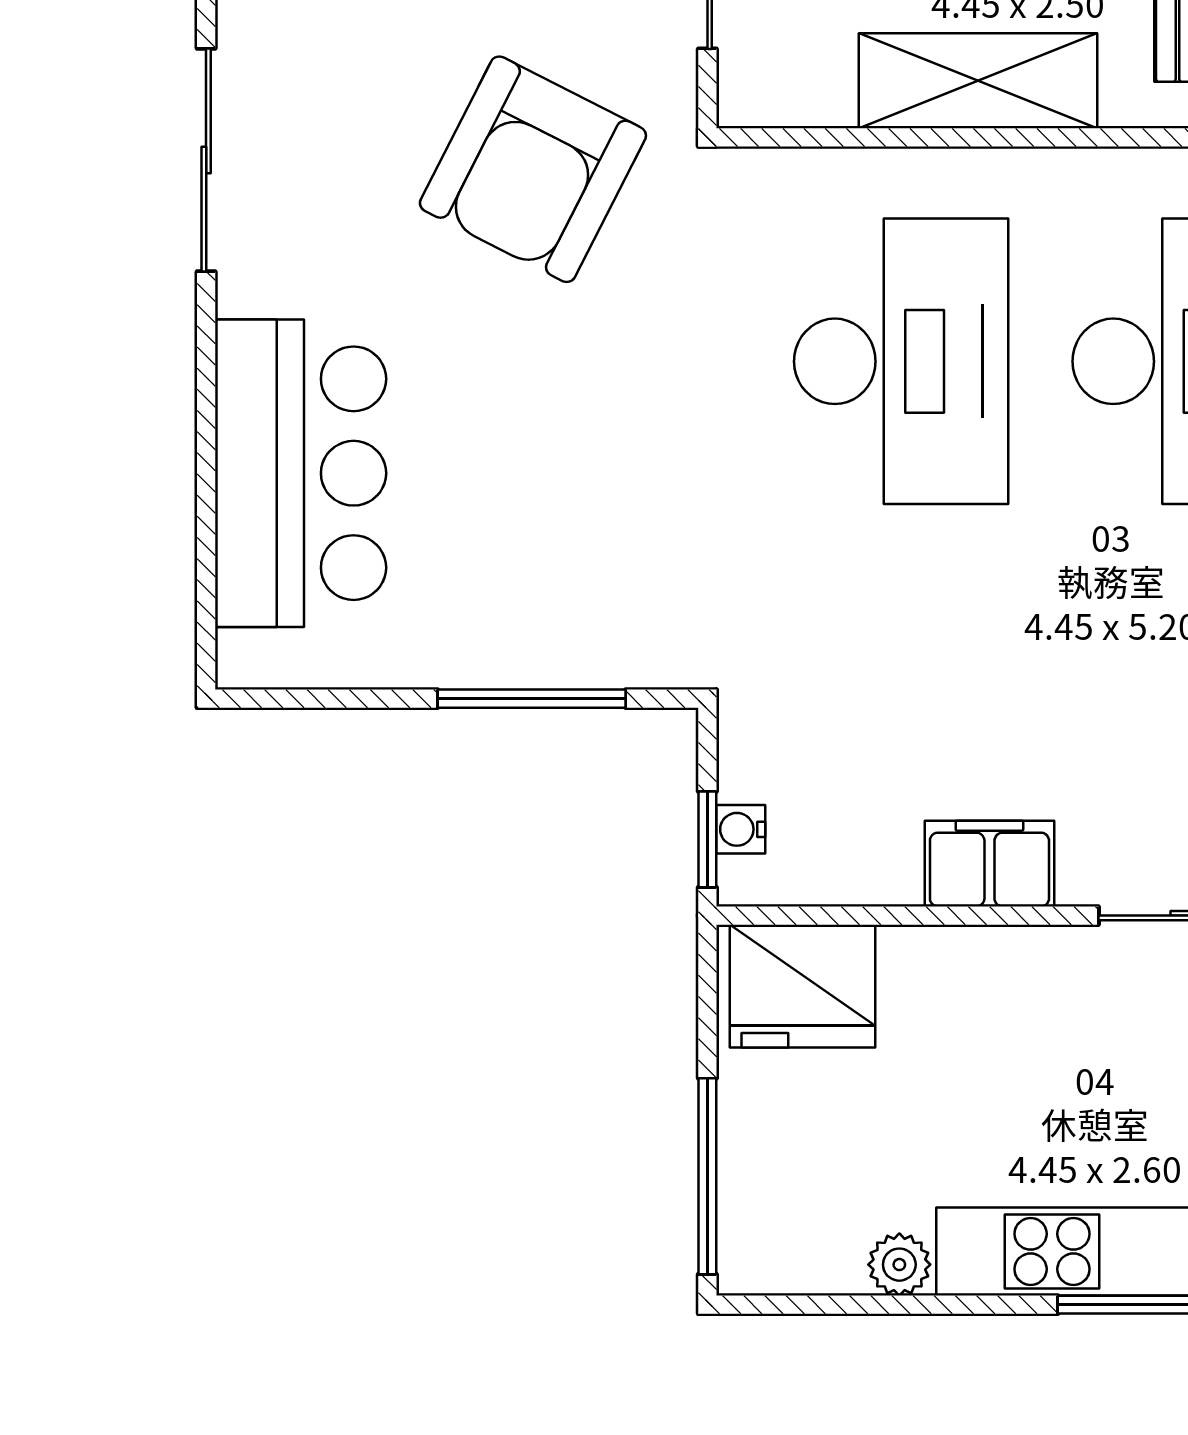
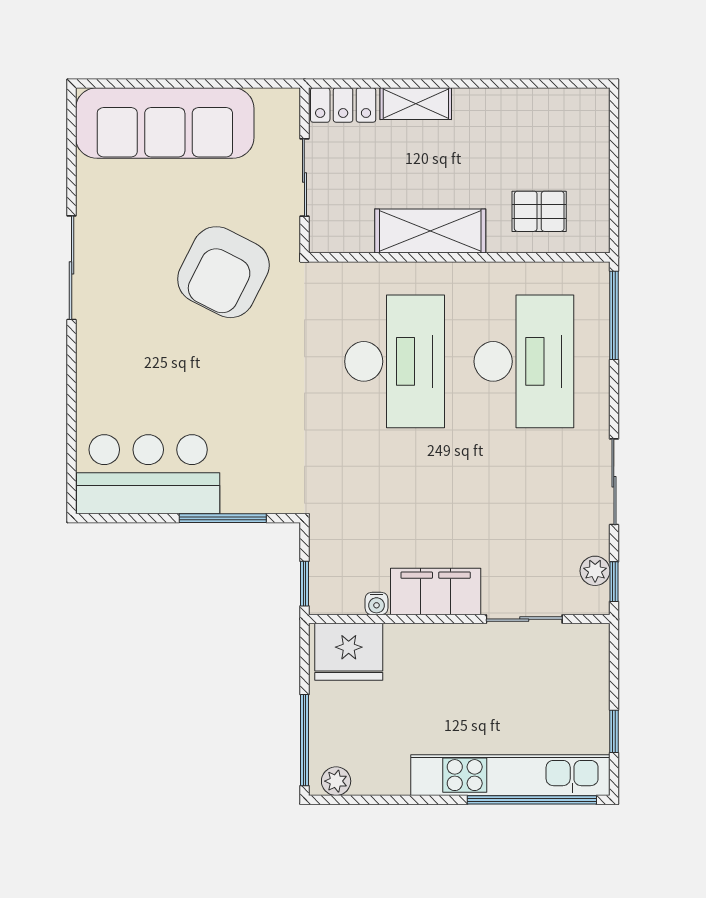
bar counter: (301, 473) -> (148, 474), moved, turned -90
water cooler: (741, 829) -> (376, 604), moved, turned -90
filing cabinet: (989, 864) -> (436, 591), width x1.50, depth x1.17
plant: (899, 1265) -> (336, 781), moved

